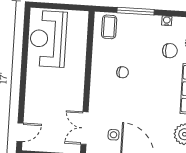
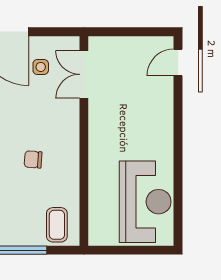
double door: (85, 128) -> (84, 74), swing flipped

